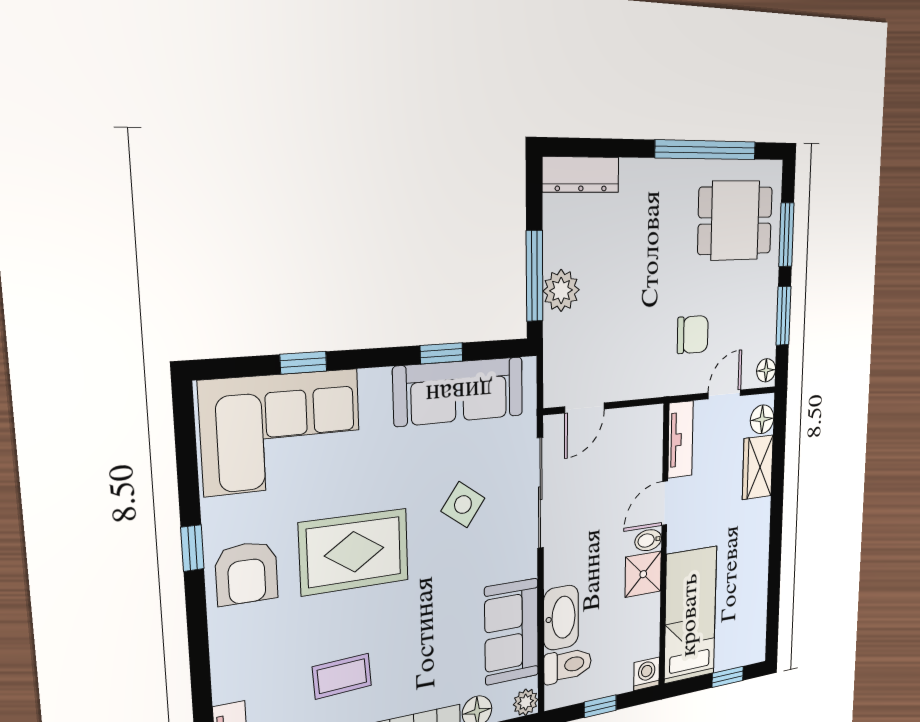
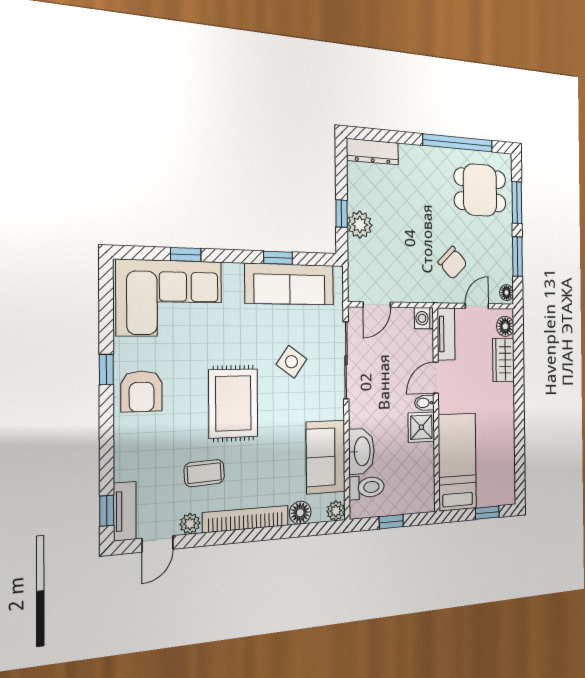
window: (535, 276) -> (342, 213), width x0.46
chair: (693, 335) -> (453, 263), turned 46
rug: (354, 552) -> (233, 403), moved, turned 90
washing machine: (647, 674) -> (424, 318), moved, turned -90

